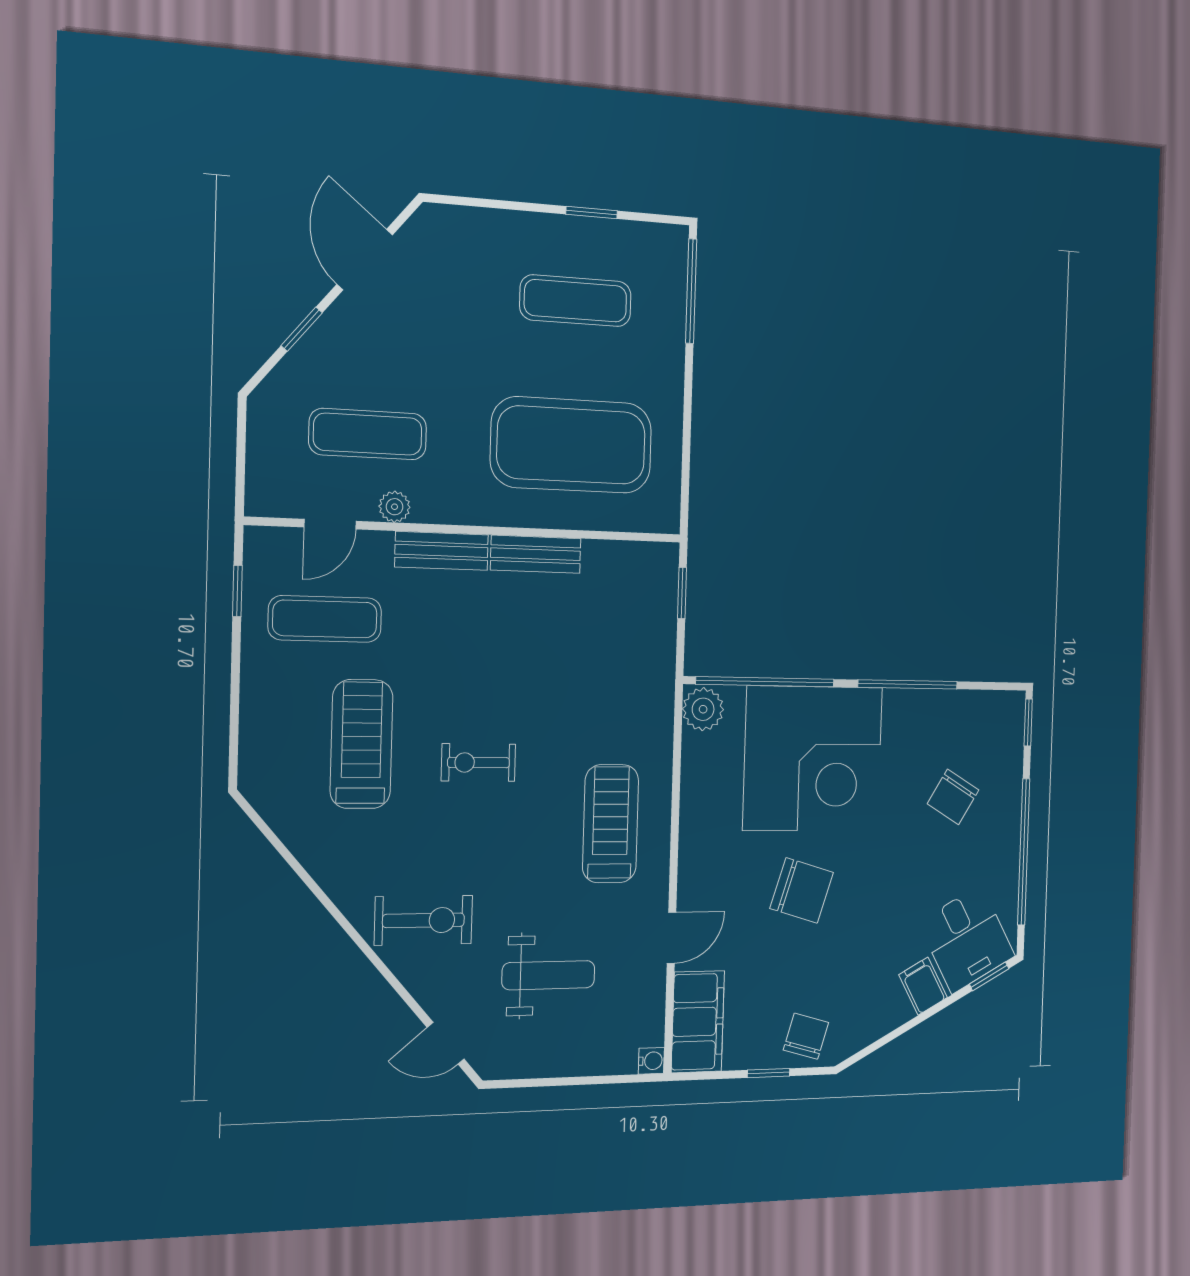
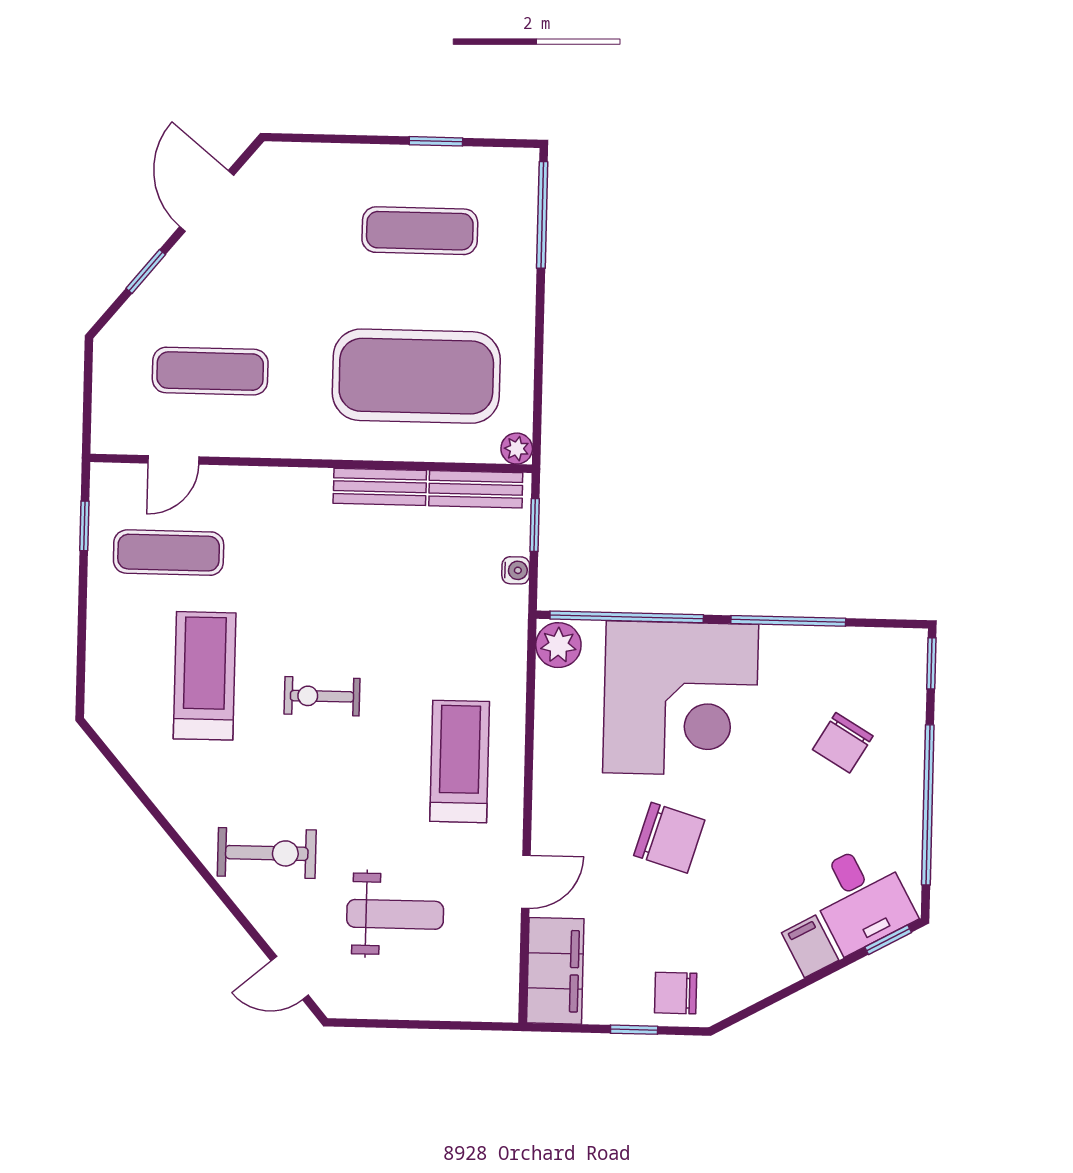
plant: (395, 507) -> (517, 449), moved
bench: (442, 551) -> (476, 489), moved
chair: (806, 1036) -> (676, 993), turned -106
water cooler: (651, 1061) -> (516, 570), moved

